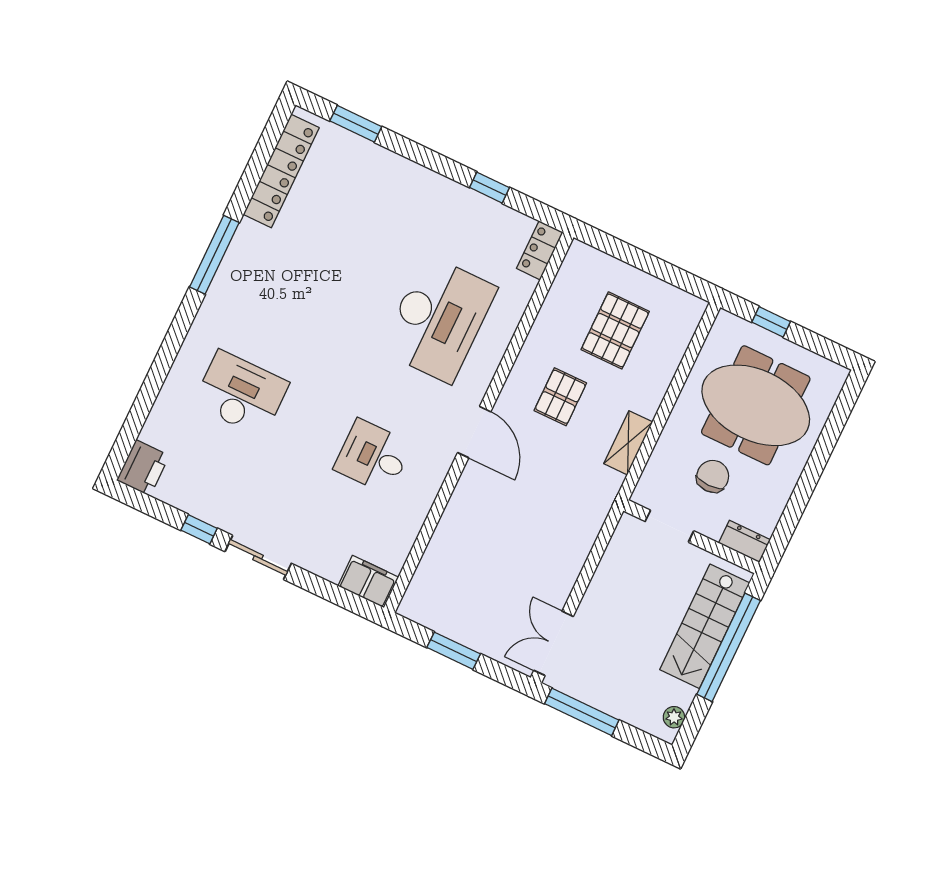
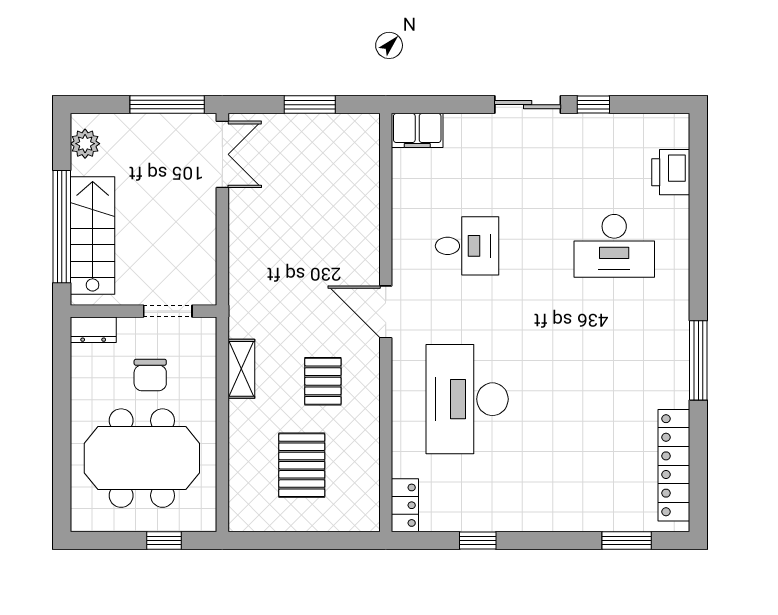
printer: (143, 468) -> (671, 172), moved
plant: (674, 717) -> (85, 144), width x1.38, depth x1.38

